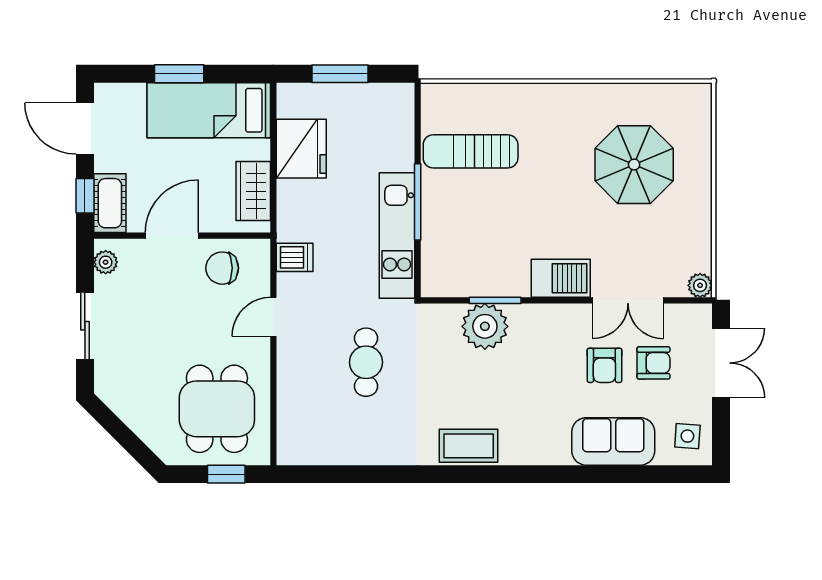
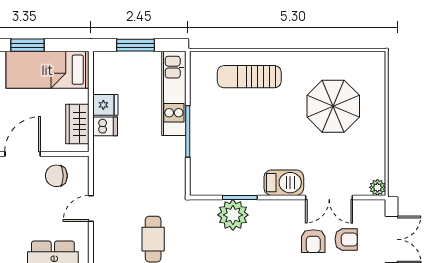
fridge: (301, 149) -> (105, 105), width x0.53, depth x0.75
sun lounger: (471, 151) -> (249, 77), moved
kitchen unit: (397, 236) -> (174, 93), moved
dishwasher: (295, 257) -> (105, 126), moved

